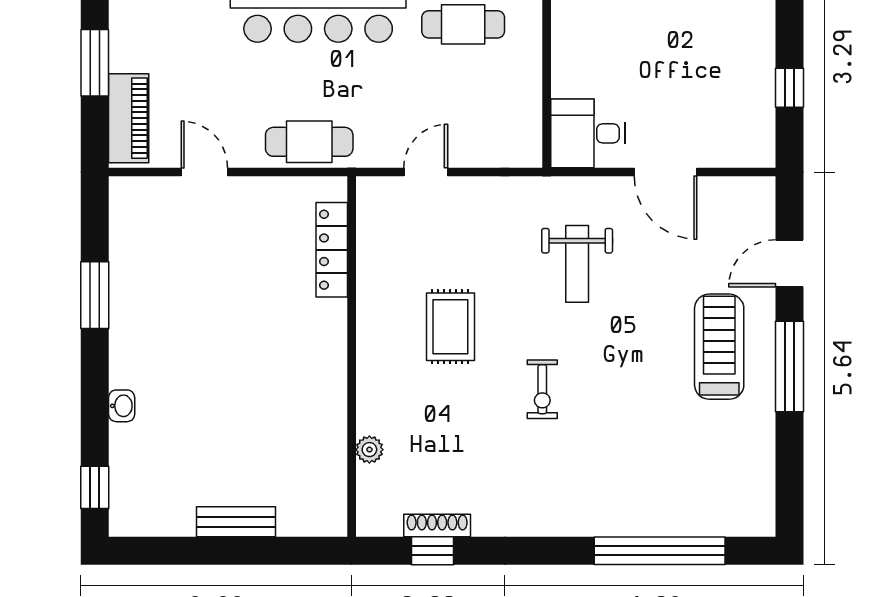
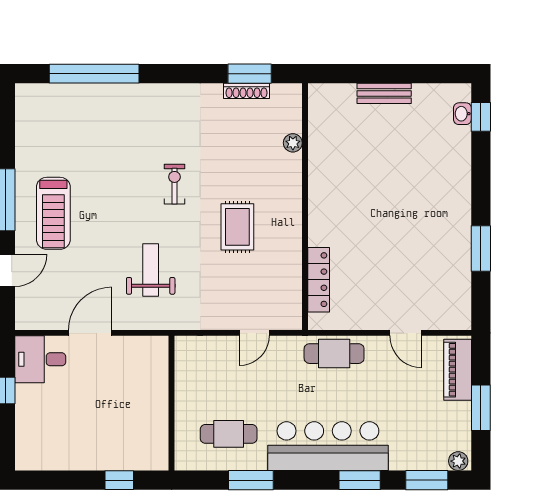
desk: (588, 133) -> (40, 359), moved, turned 180
door: (665, 172) -> (90, 333), hinge flipped
washbasin: (122, 406) -> (462, 114), moved
window: (433, 551) -> (250, 74), width x1.50

